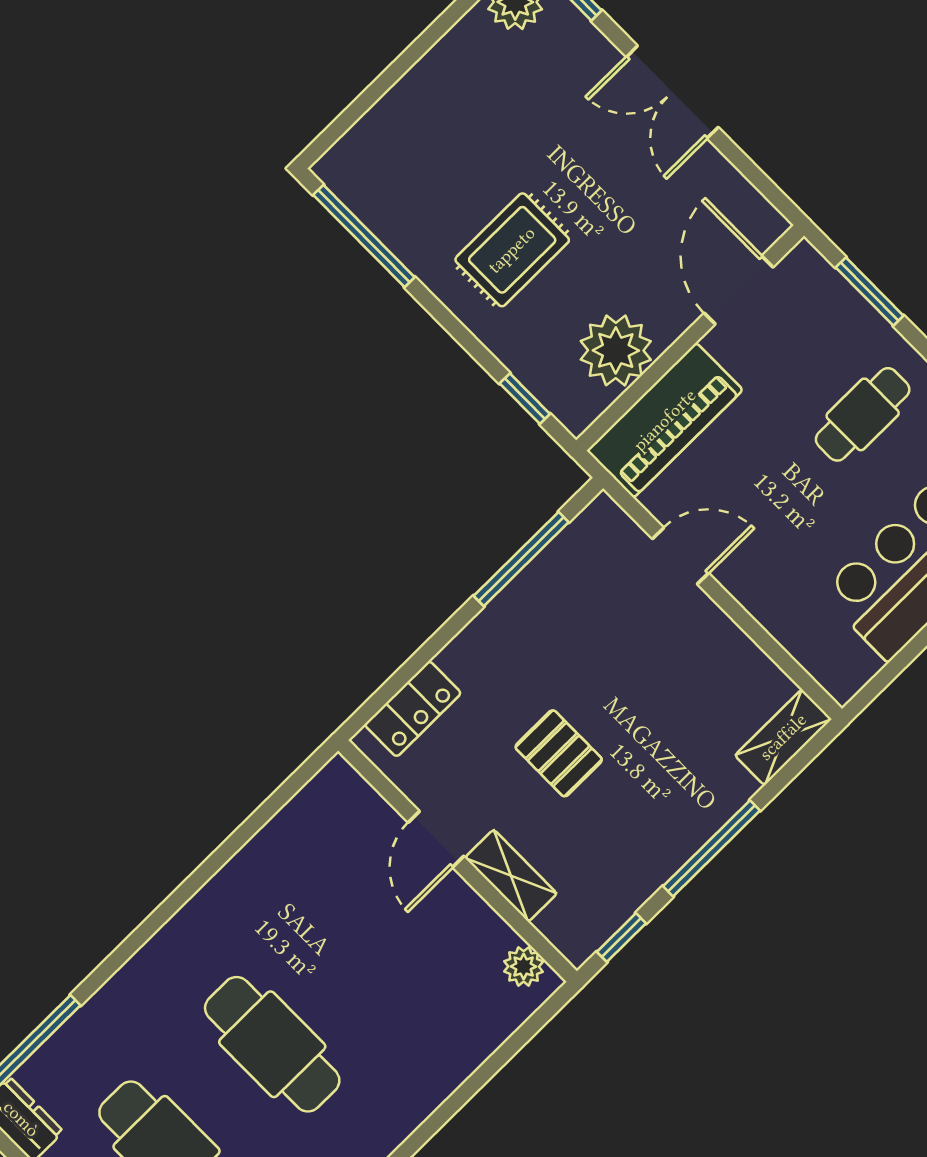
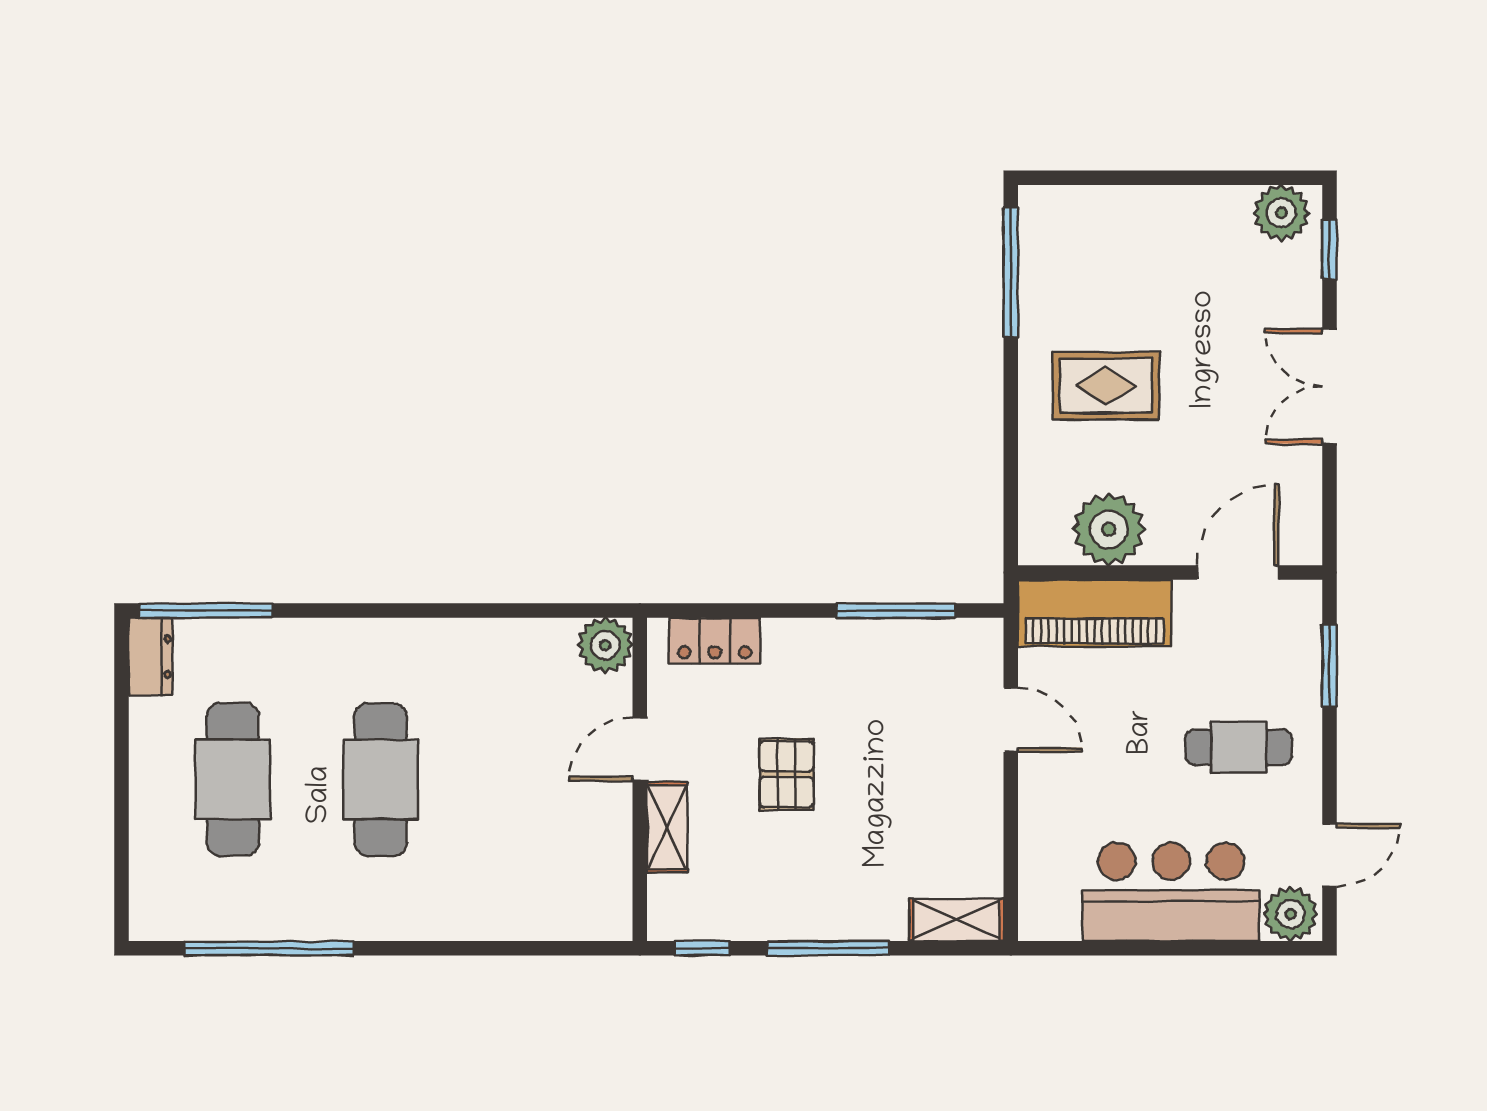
window: (525, 399) -> (1011, 500), removed
plant: (524, 966) -> (605, 645), moved, width x1.38, depth x1.38

